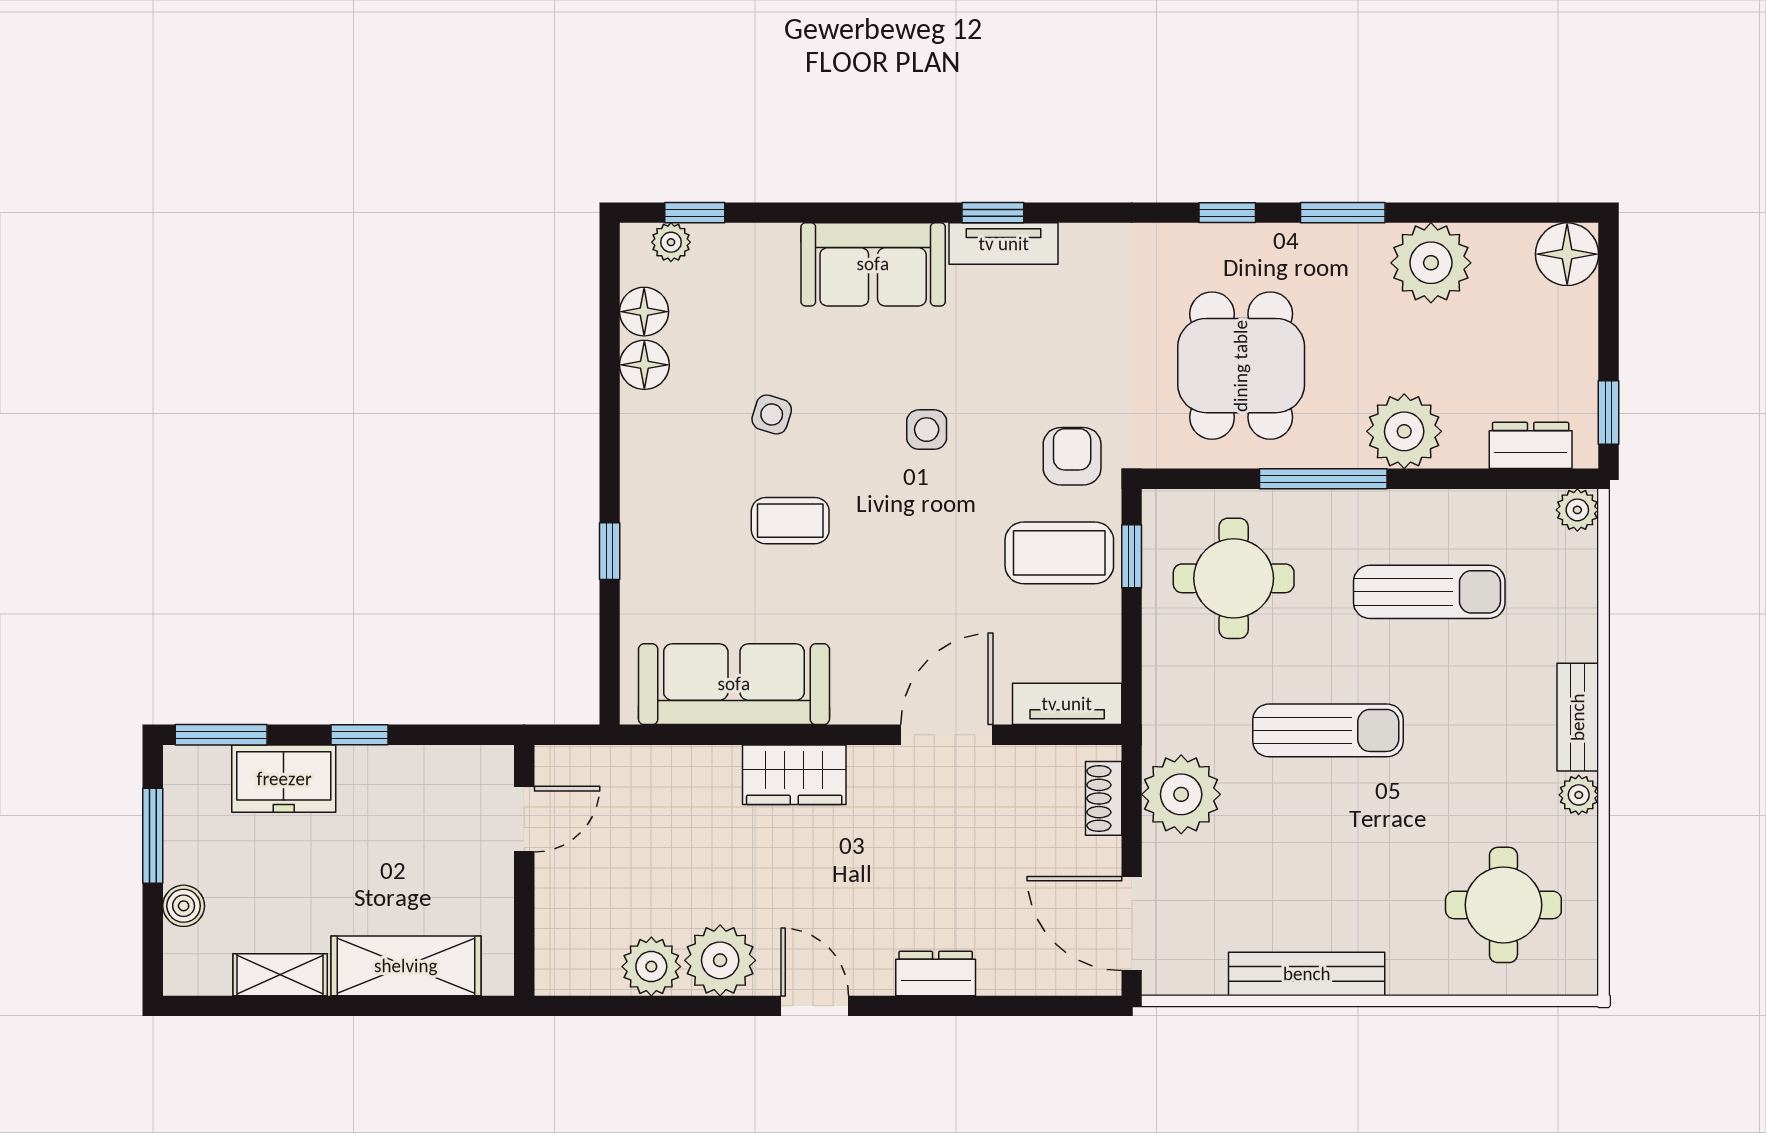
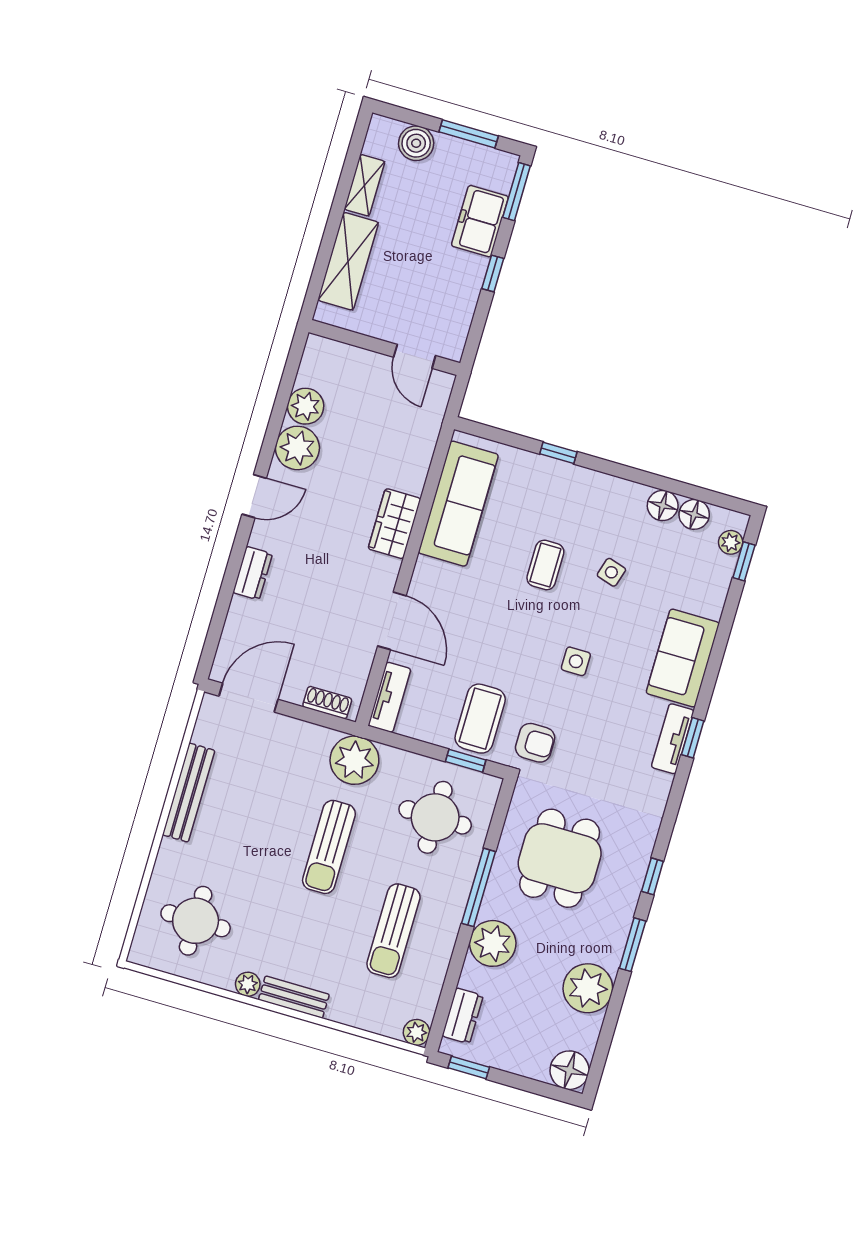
dining table: (1241, 366) -> (560, 858), turned 90
plant: (1181, 794) -> (354, 760), moved
boiler: (184, 906) -> (416, 143), width x1.36, depth x1.36

